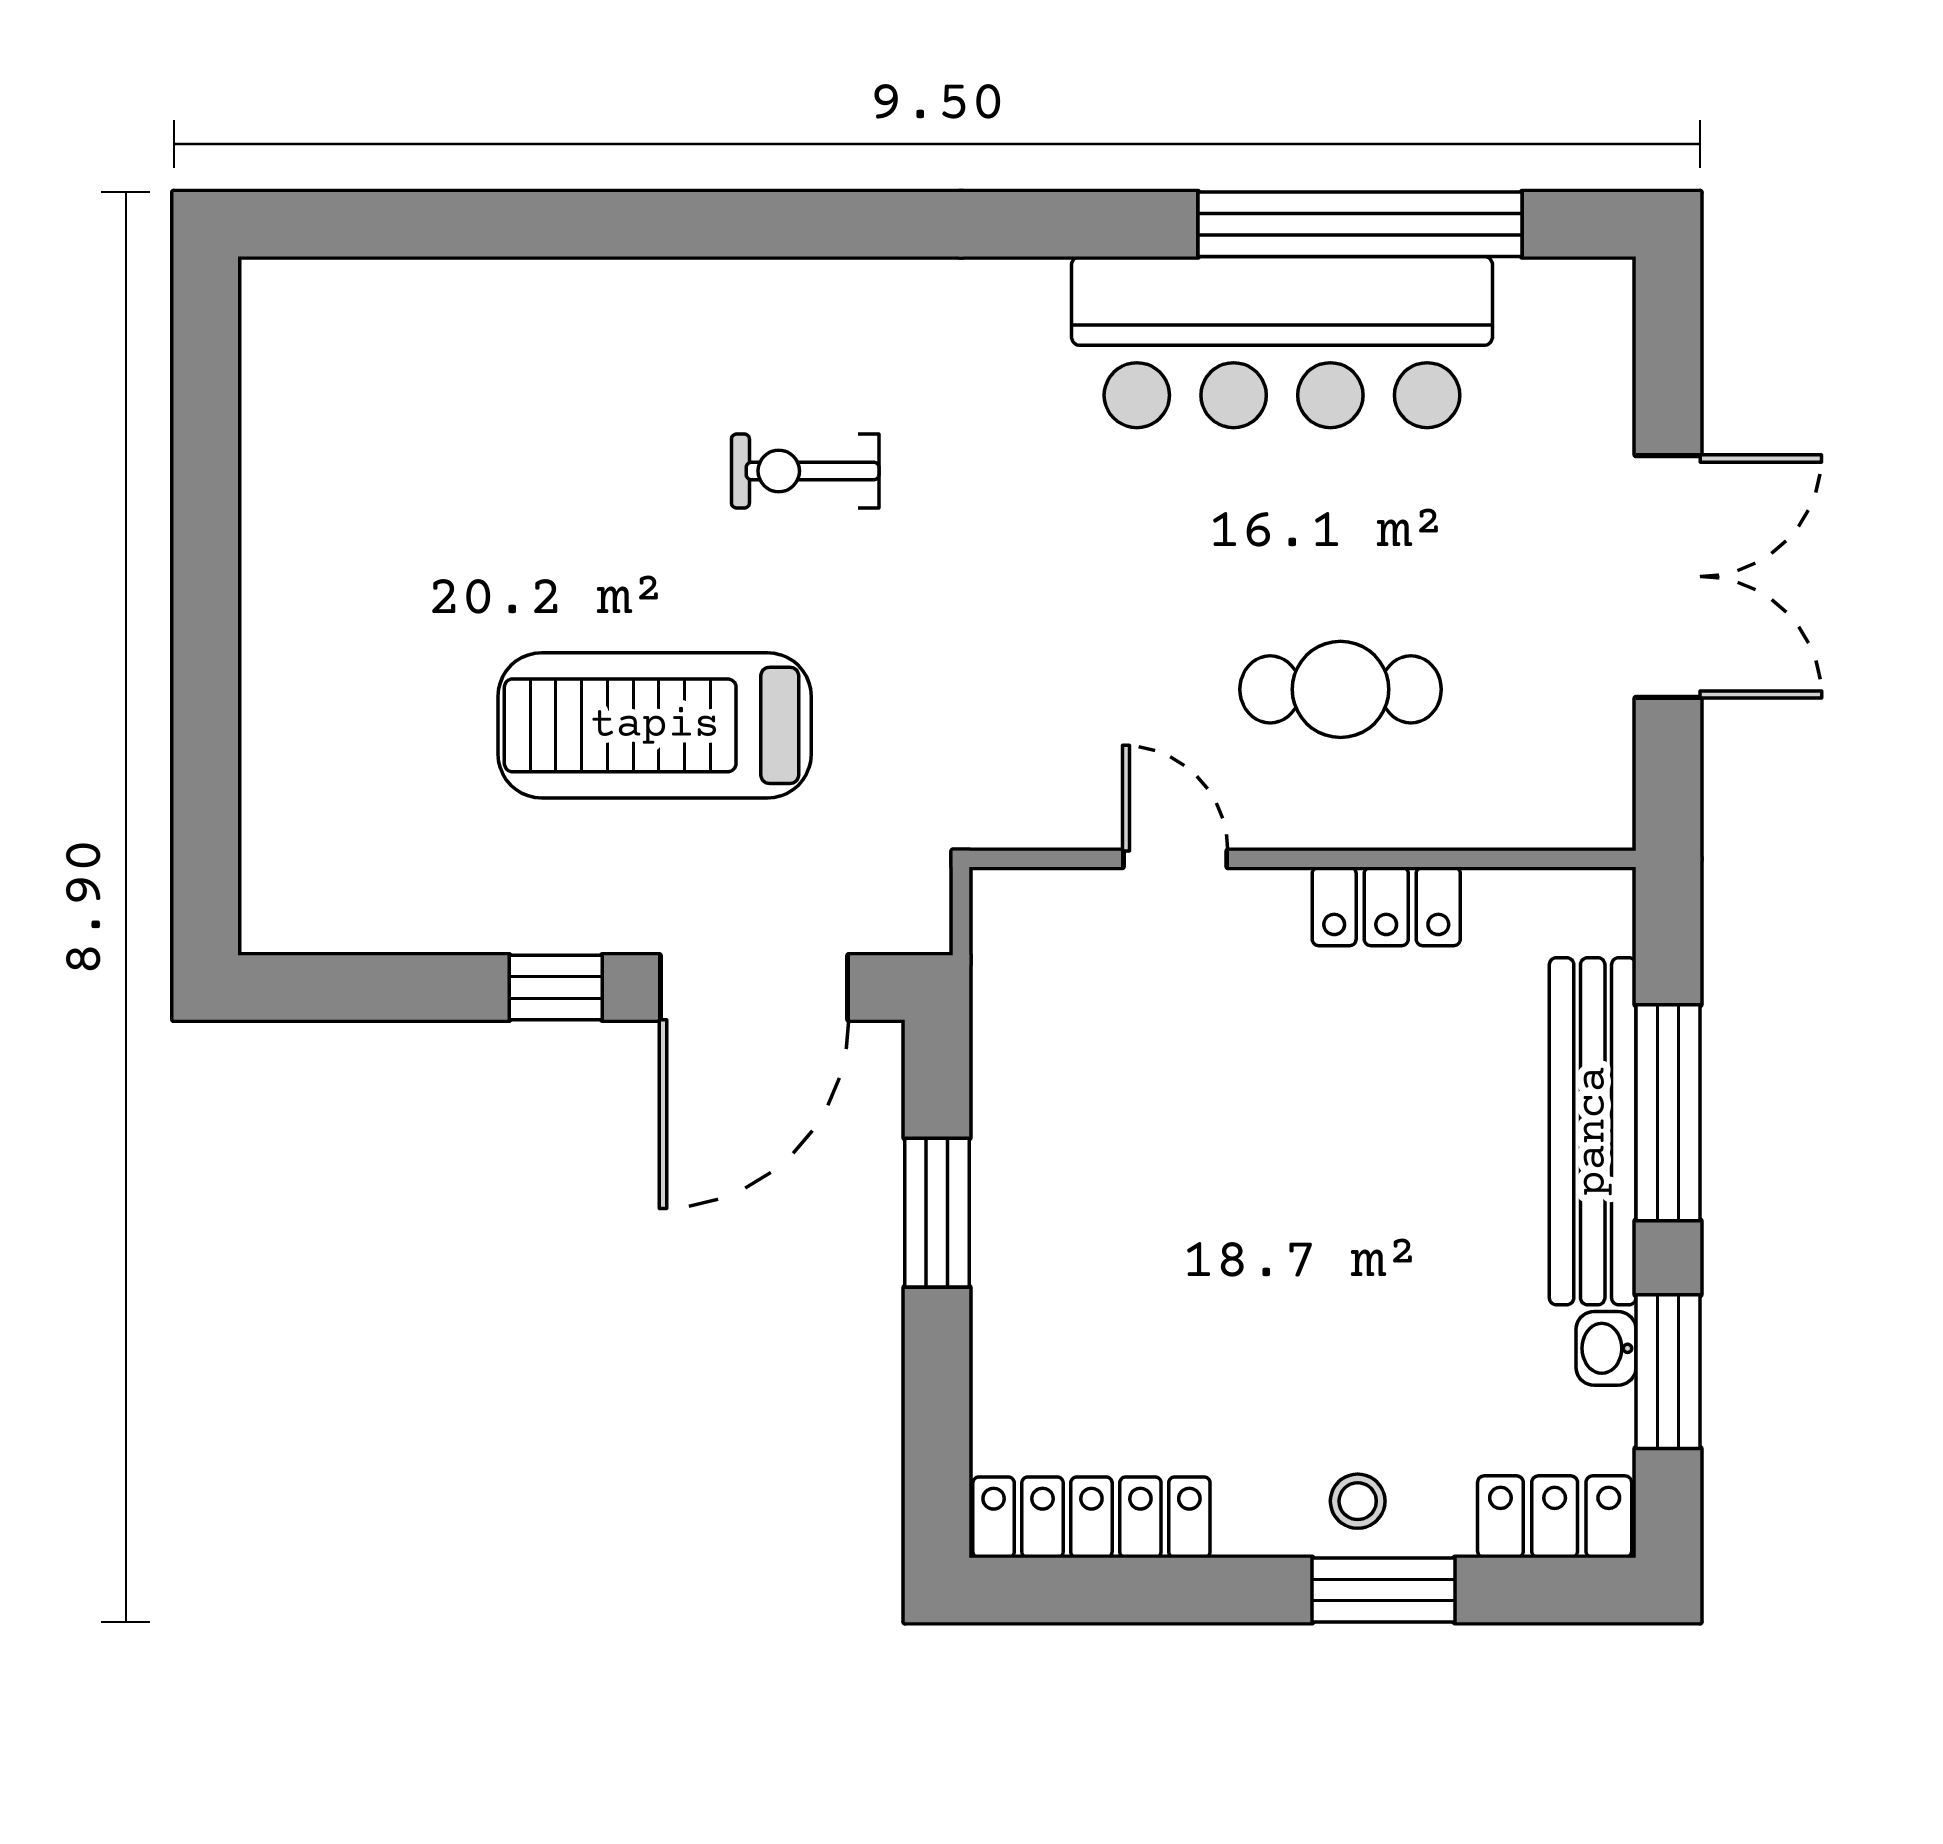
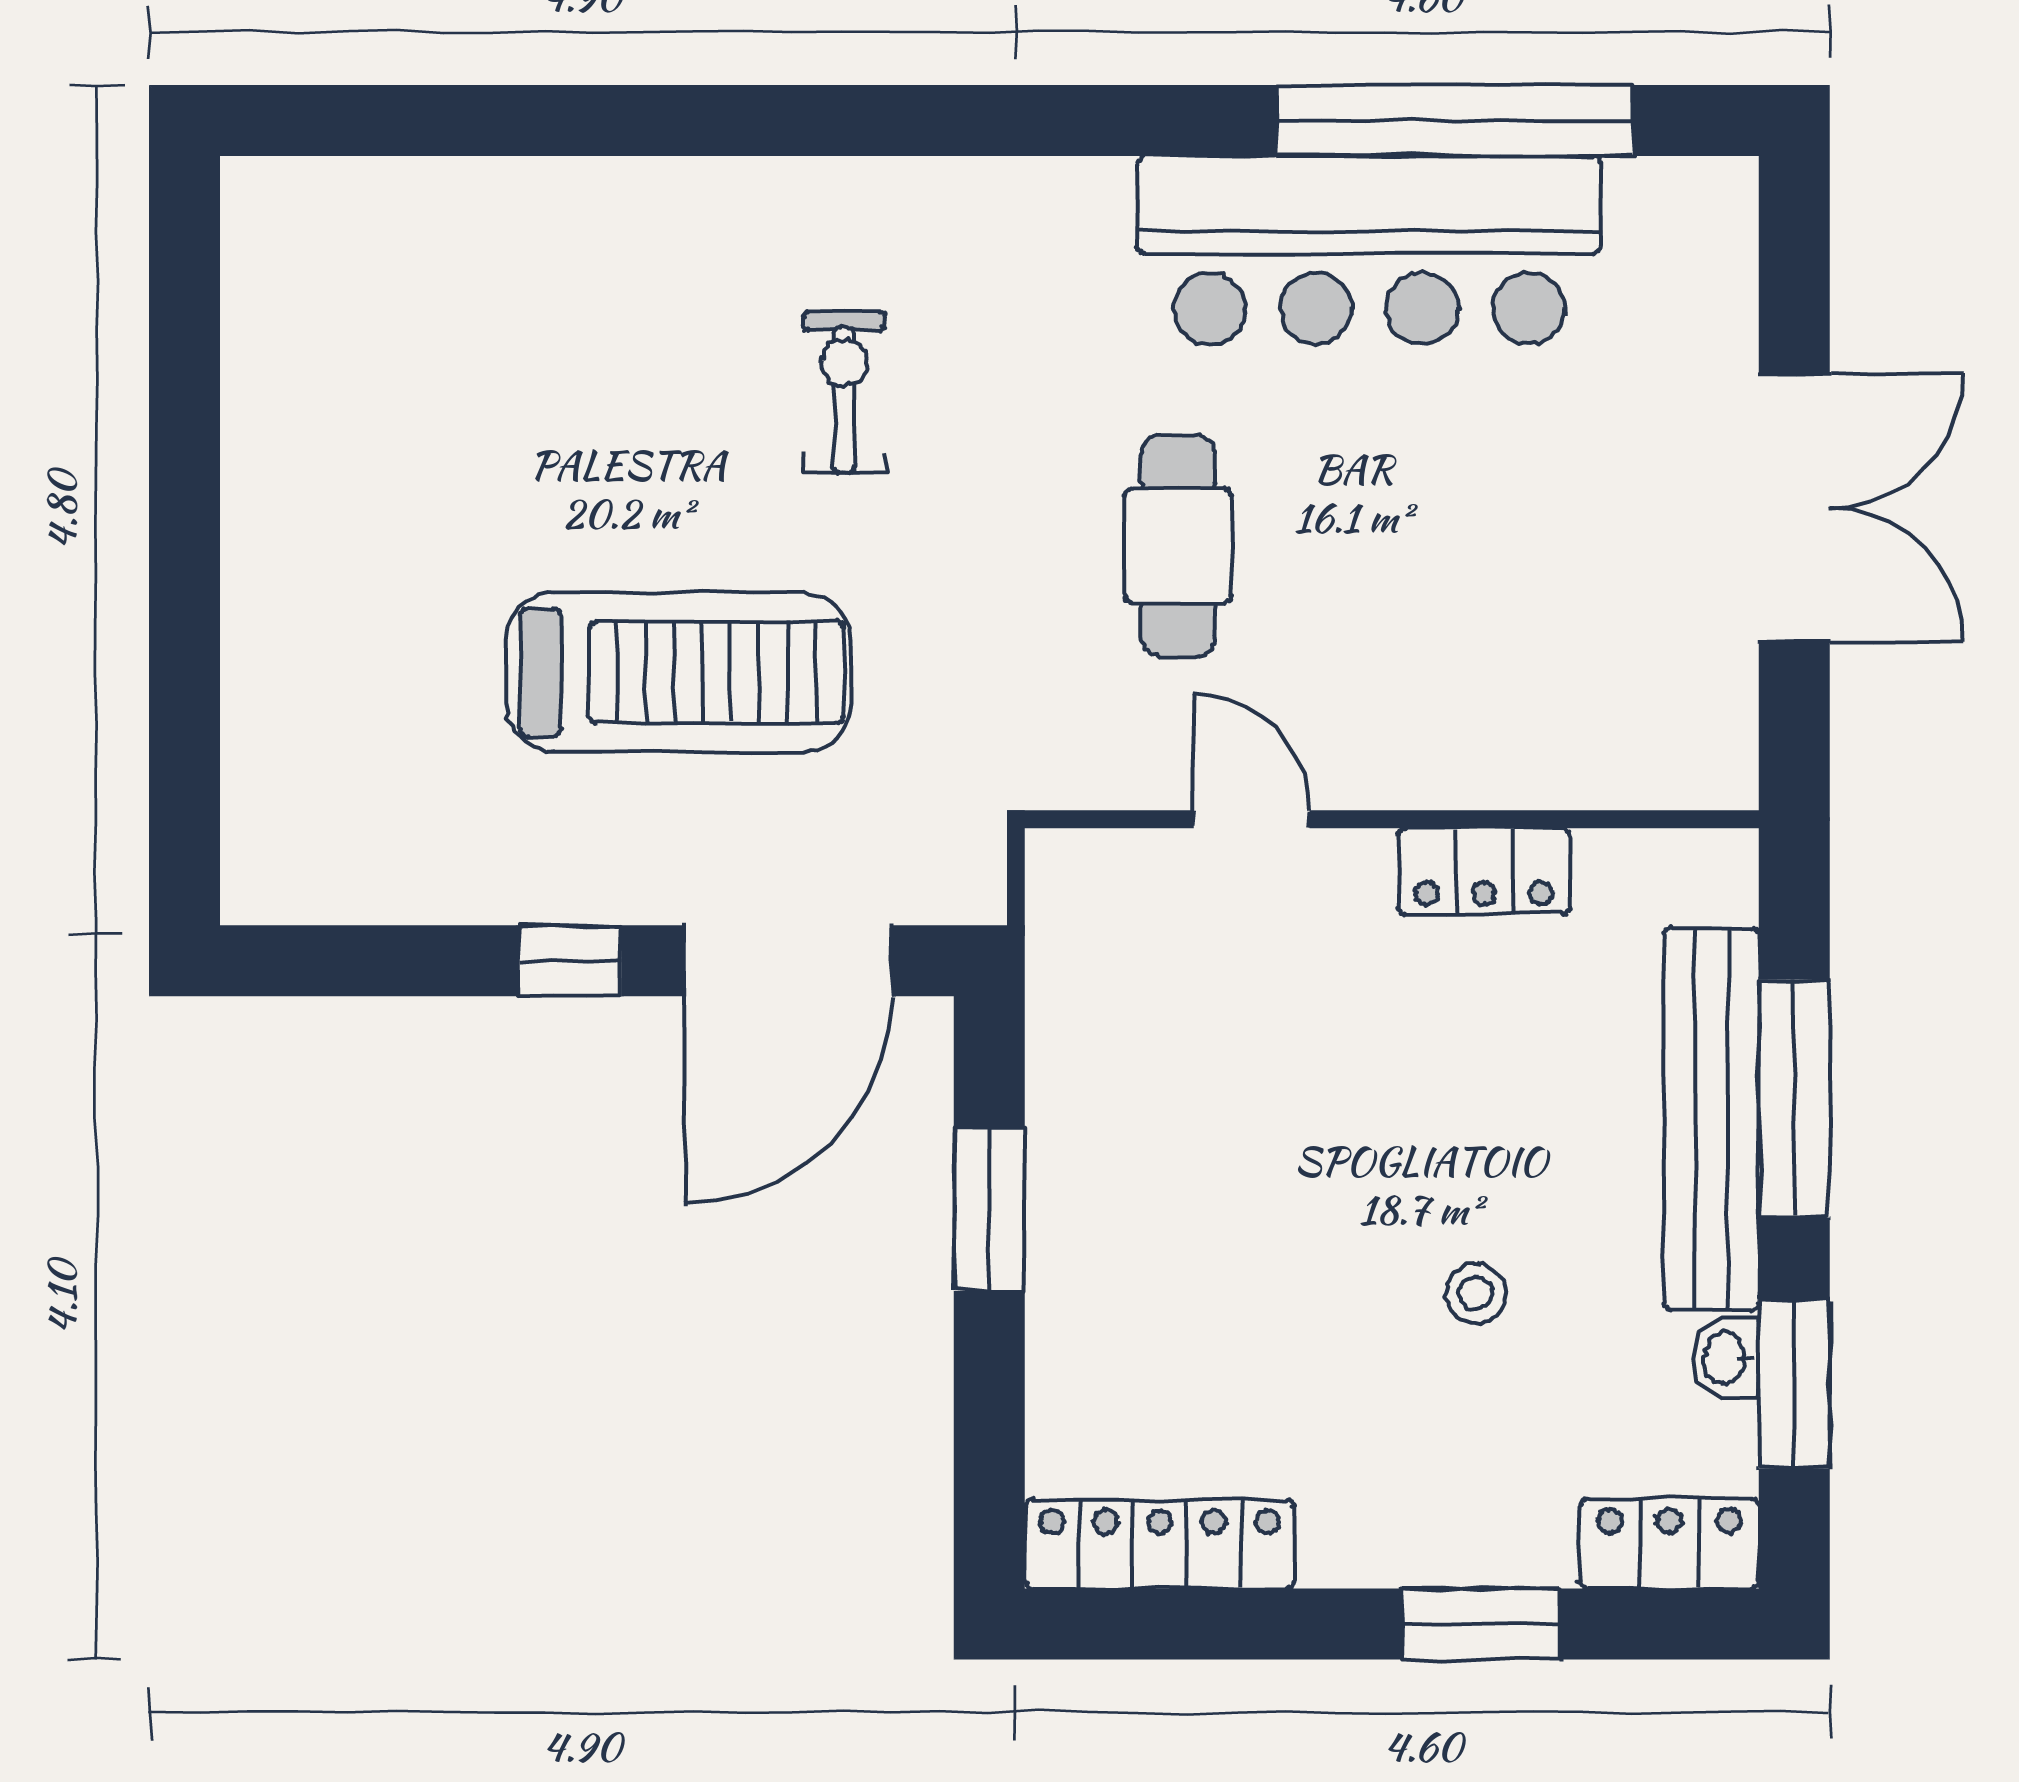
exercise bike: (805, 471) -> (844, 392), turned 90
cafe table: (1341, 689) -> (1178, 546), moved, turned 90
treadmill: (655, 725) -> (678, 672), turned 180
stool: (1358, 1501) -> (1476, 1293), moved

